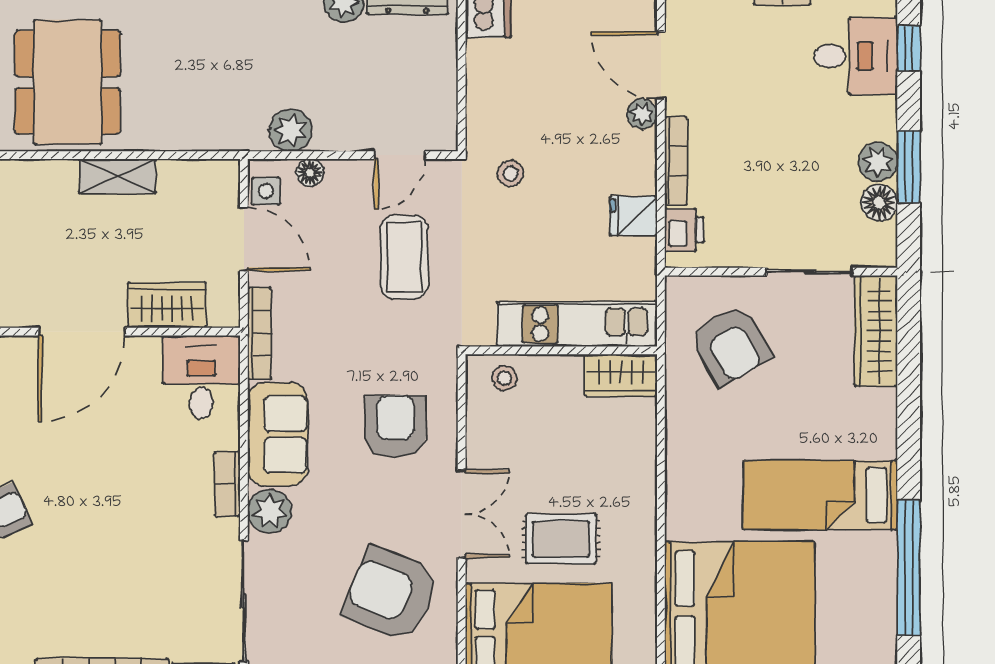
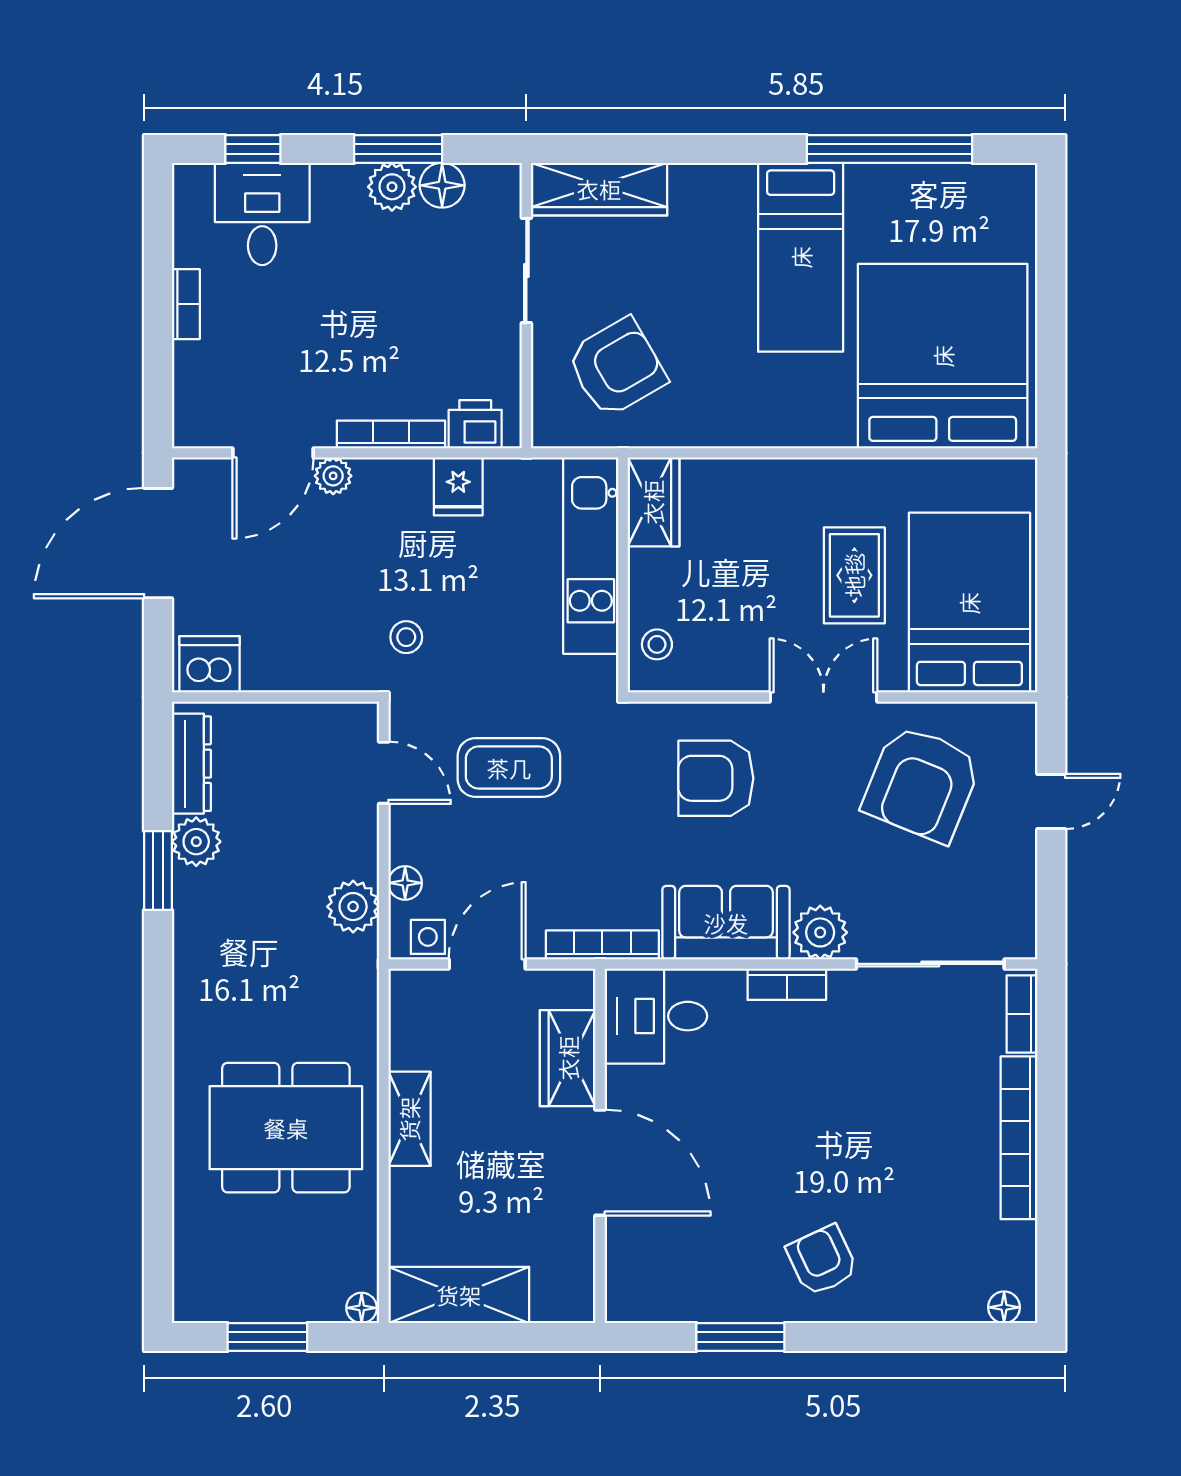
dining table: (68, 82) -> (286, 1128), moved

